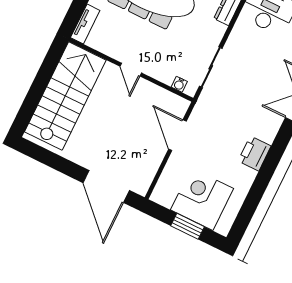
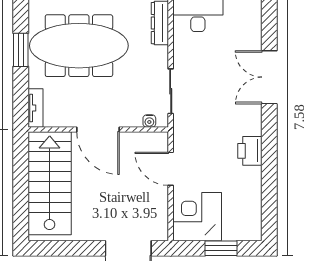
door: (131, 70) -> (98, 129), width x1.87
corner desk: (202, 199) -> (197, 217), moved

